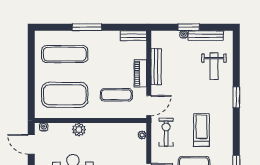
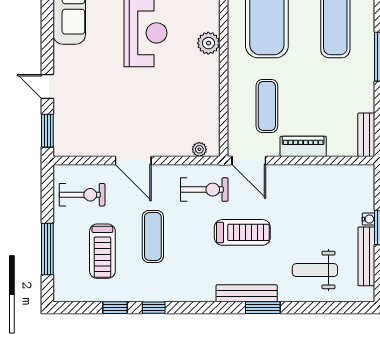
bench: (156, 67) -> (247, 293), moved
treadmill: (202, 130) -> (242, 232), moved

